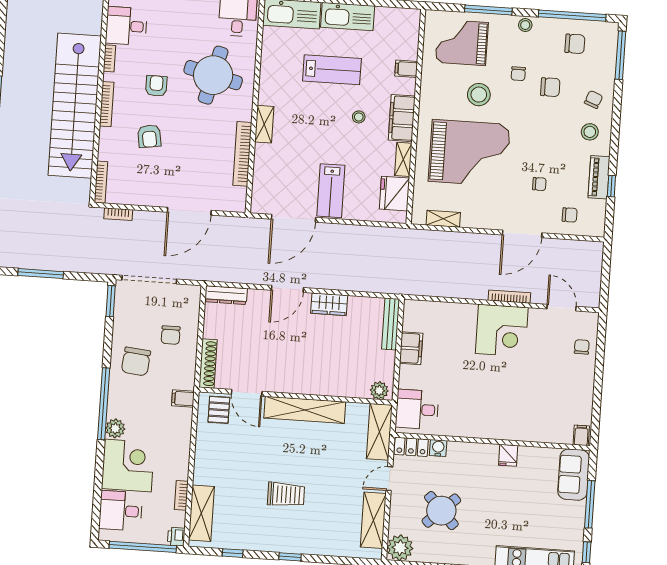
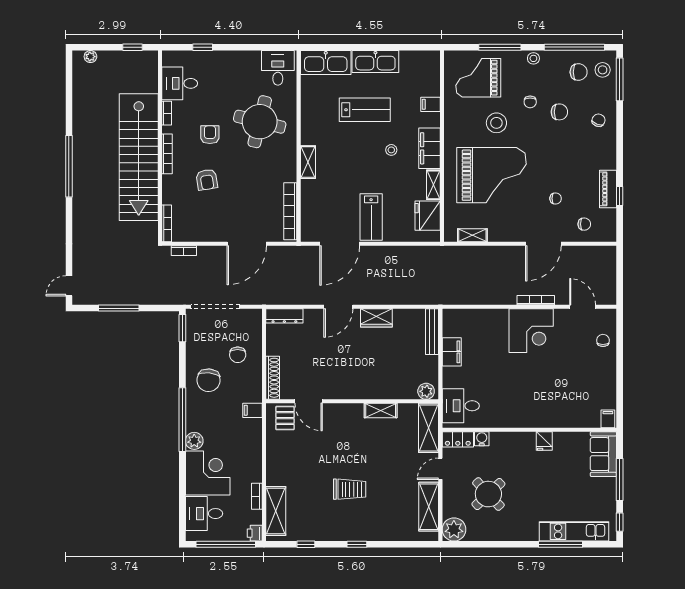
stool: (590, 132) -> (603, 70), moved
bookcase: (242, 154) -> (290, 211), moved
shelving: (305, 410) -> (381, 411), width x0.45, depth x0.75

